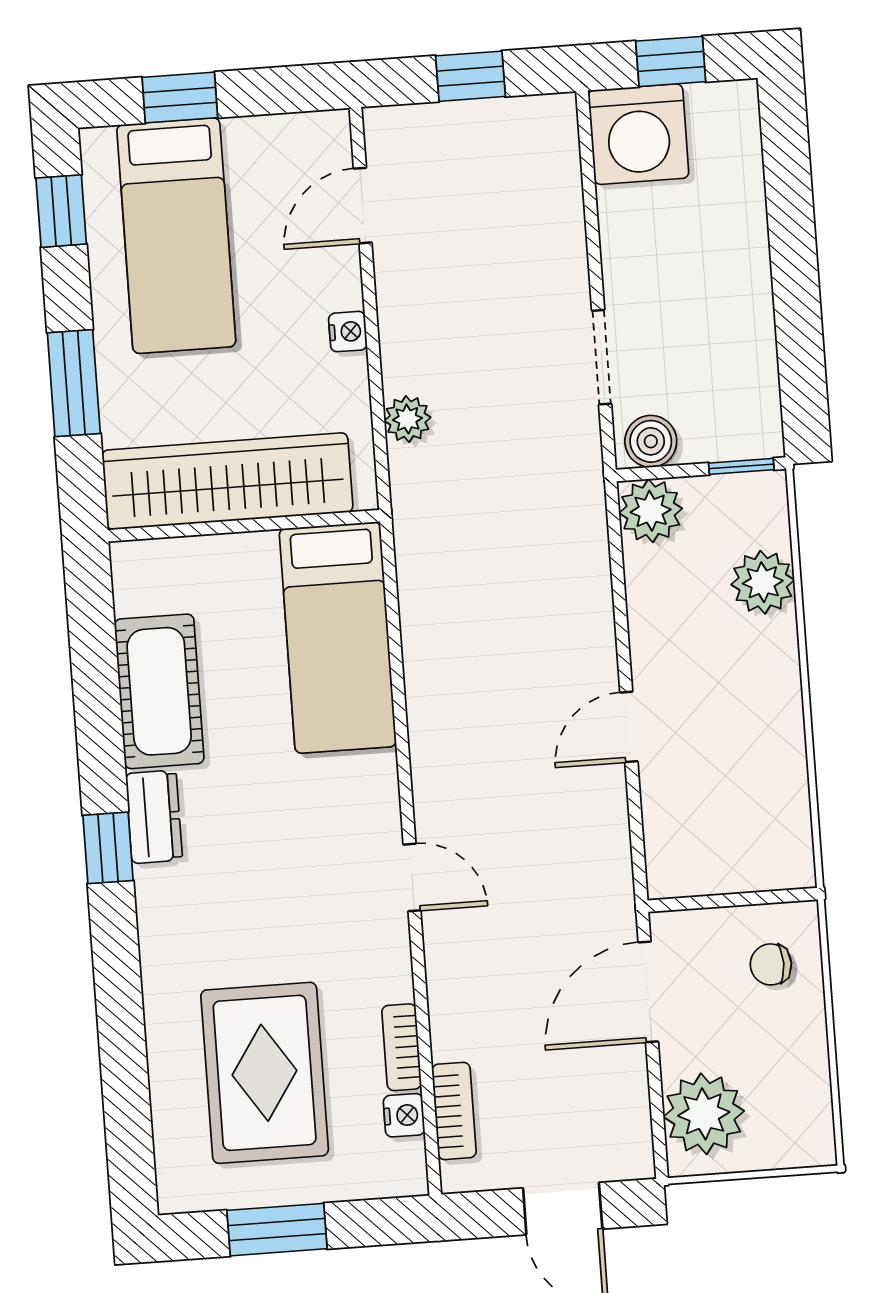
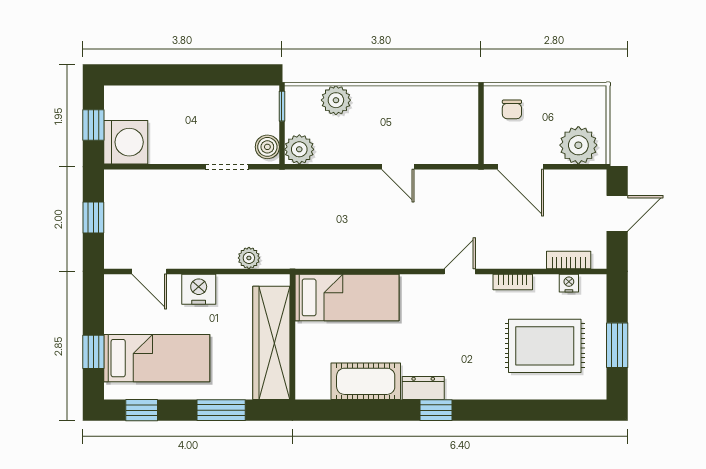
nightstand: (348, 332) -> (199, 289), width x1.89, depth x1.79
bookcase: (402, 1047) -> (513, 282), moved

